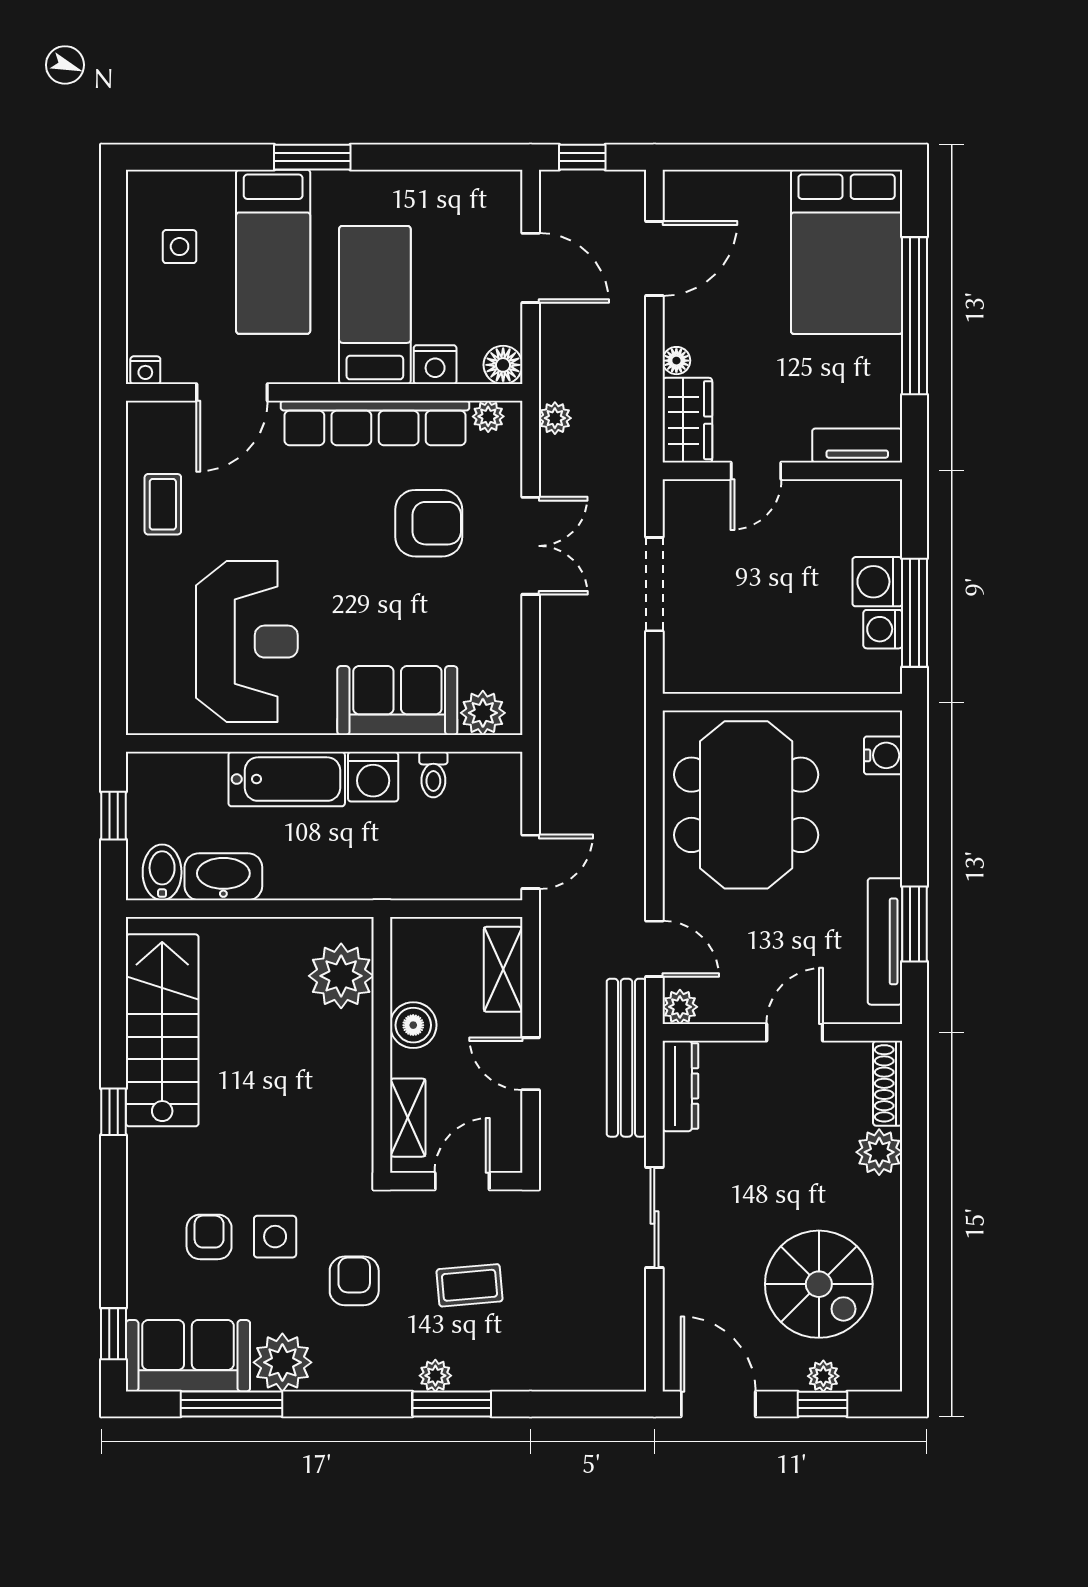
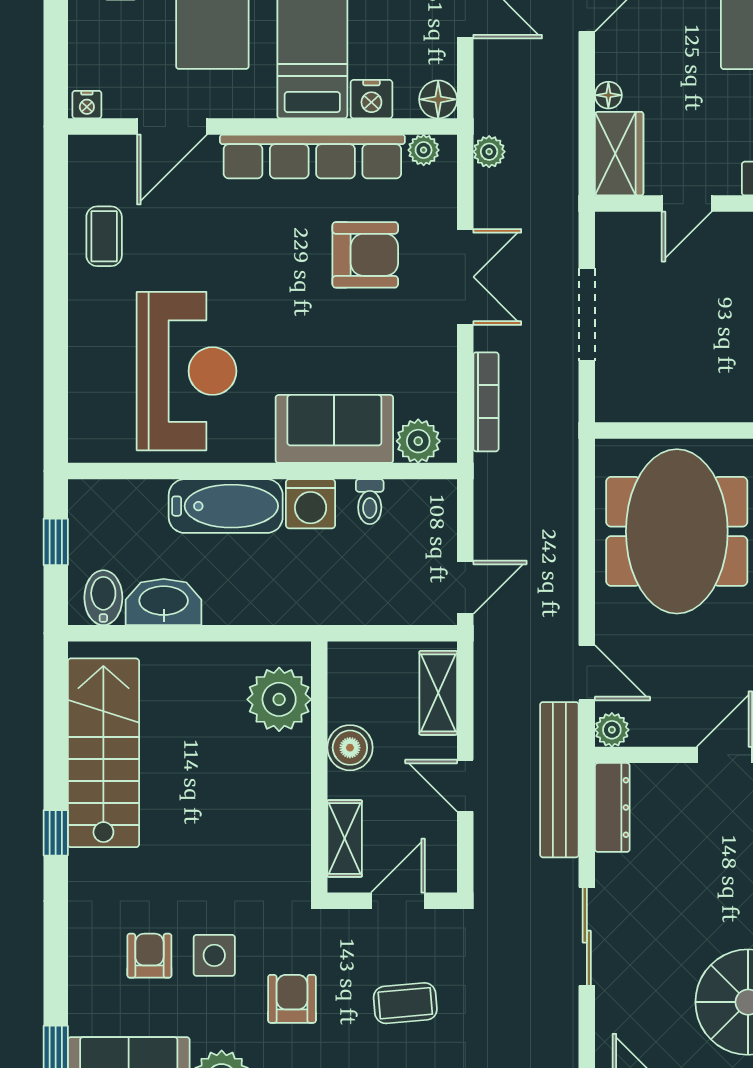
bookcase: (552, 673) -> (486, 402), added

